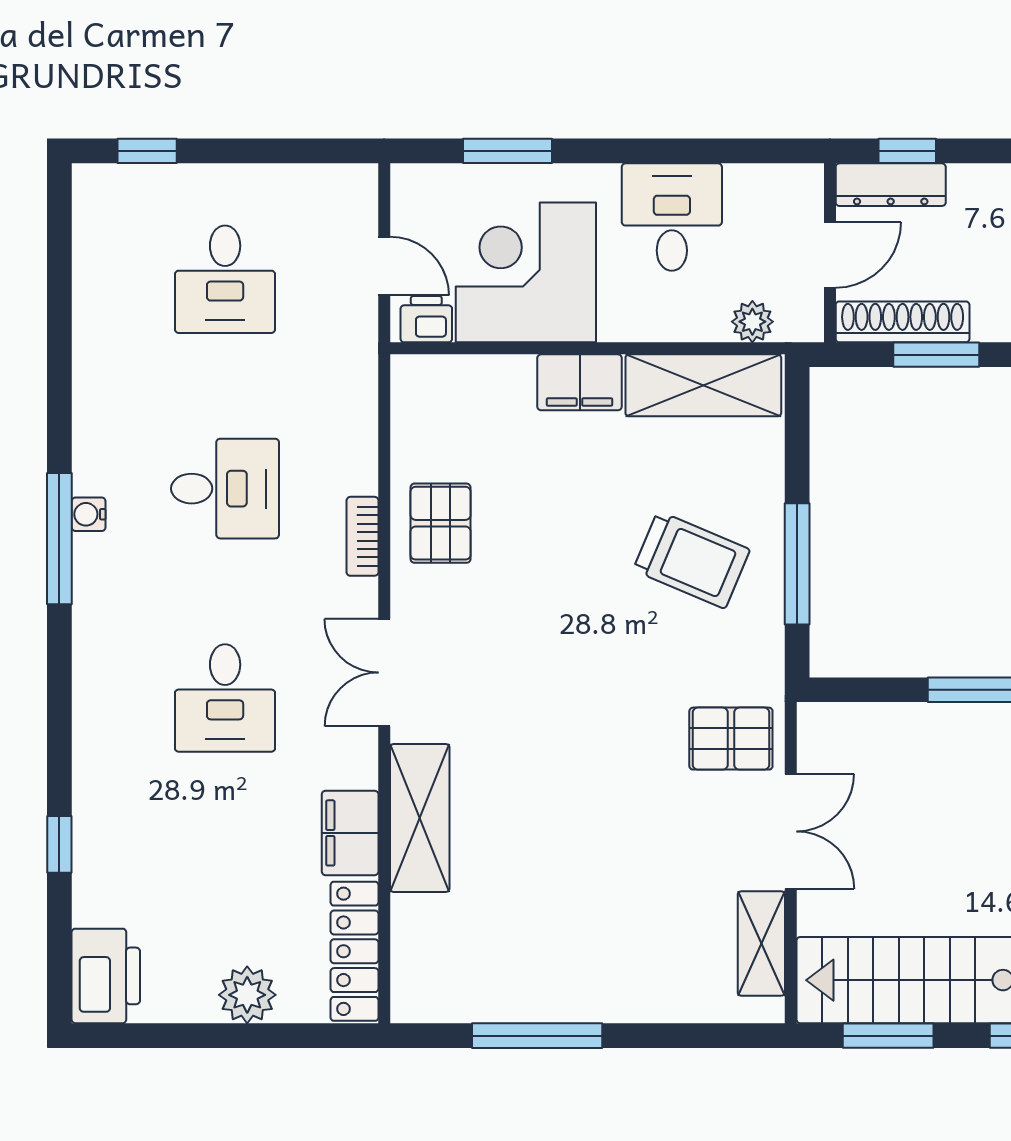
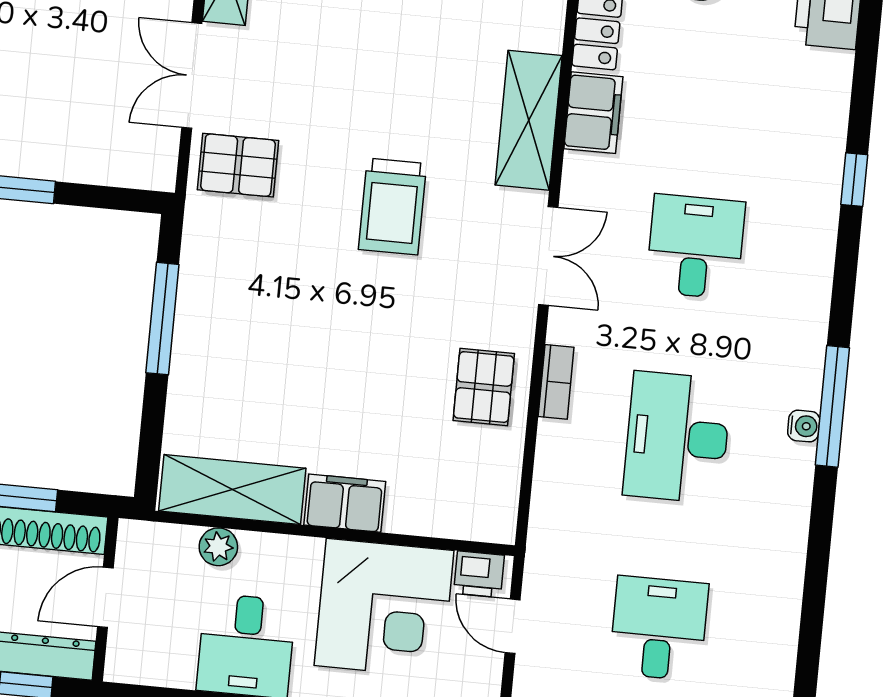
plant: (752, 322) -> (218, 547), moved
desk: (225, 489) -> (677, 437), width x1.37
trolley: (691, 560) -> (392, 207), moved, turned -113
window: (59, 844) -> (854, 180), moved

